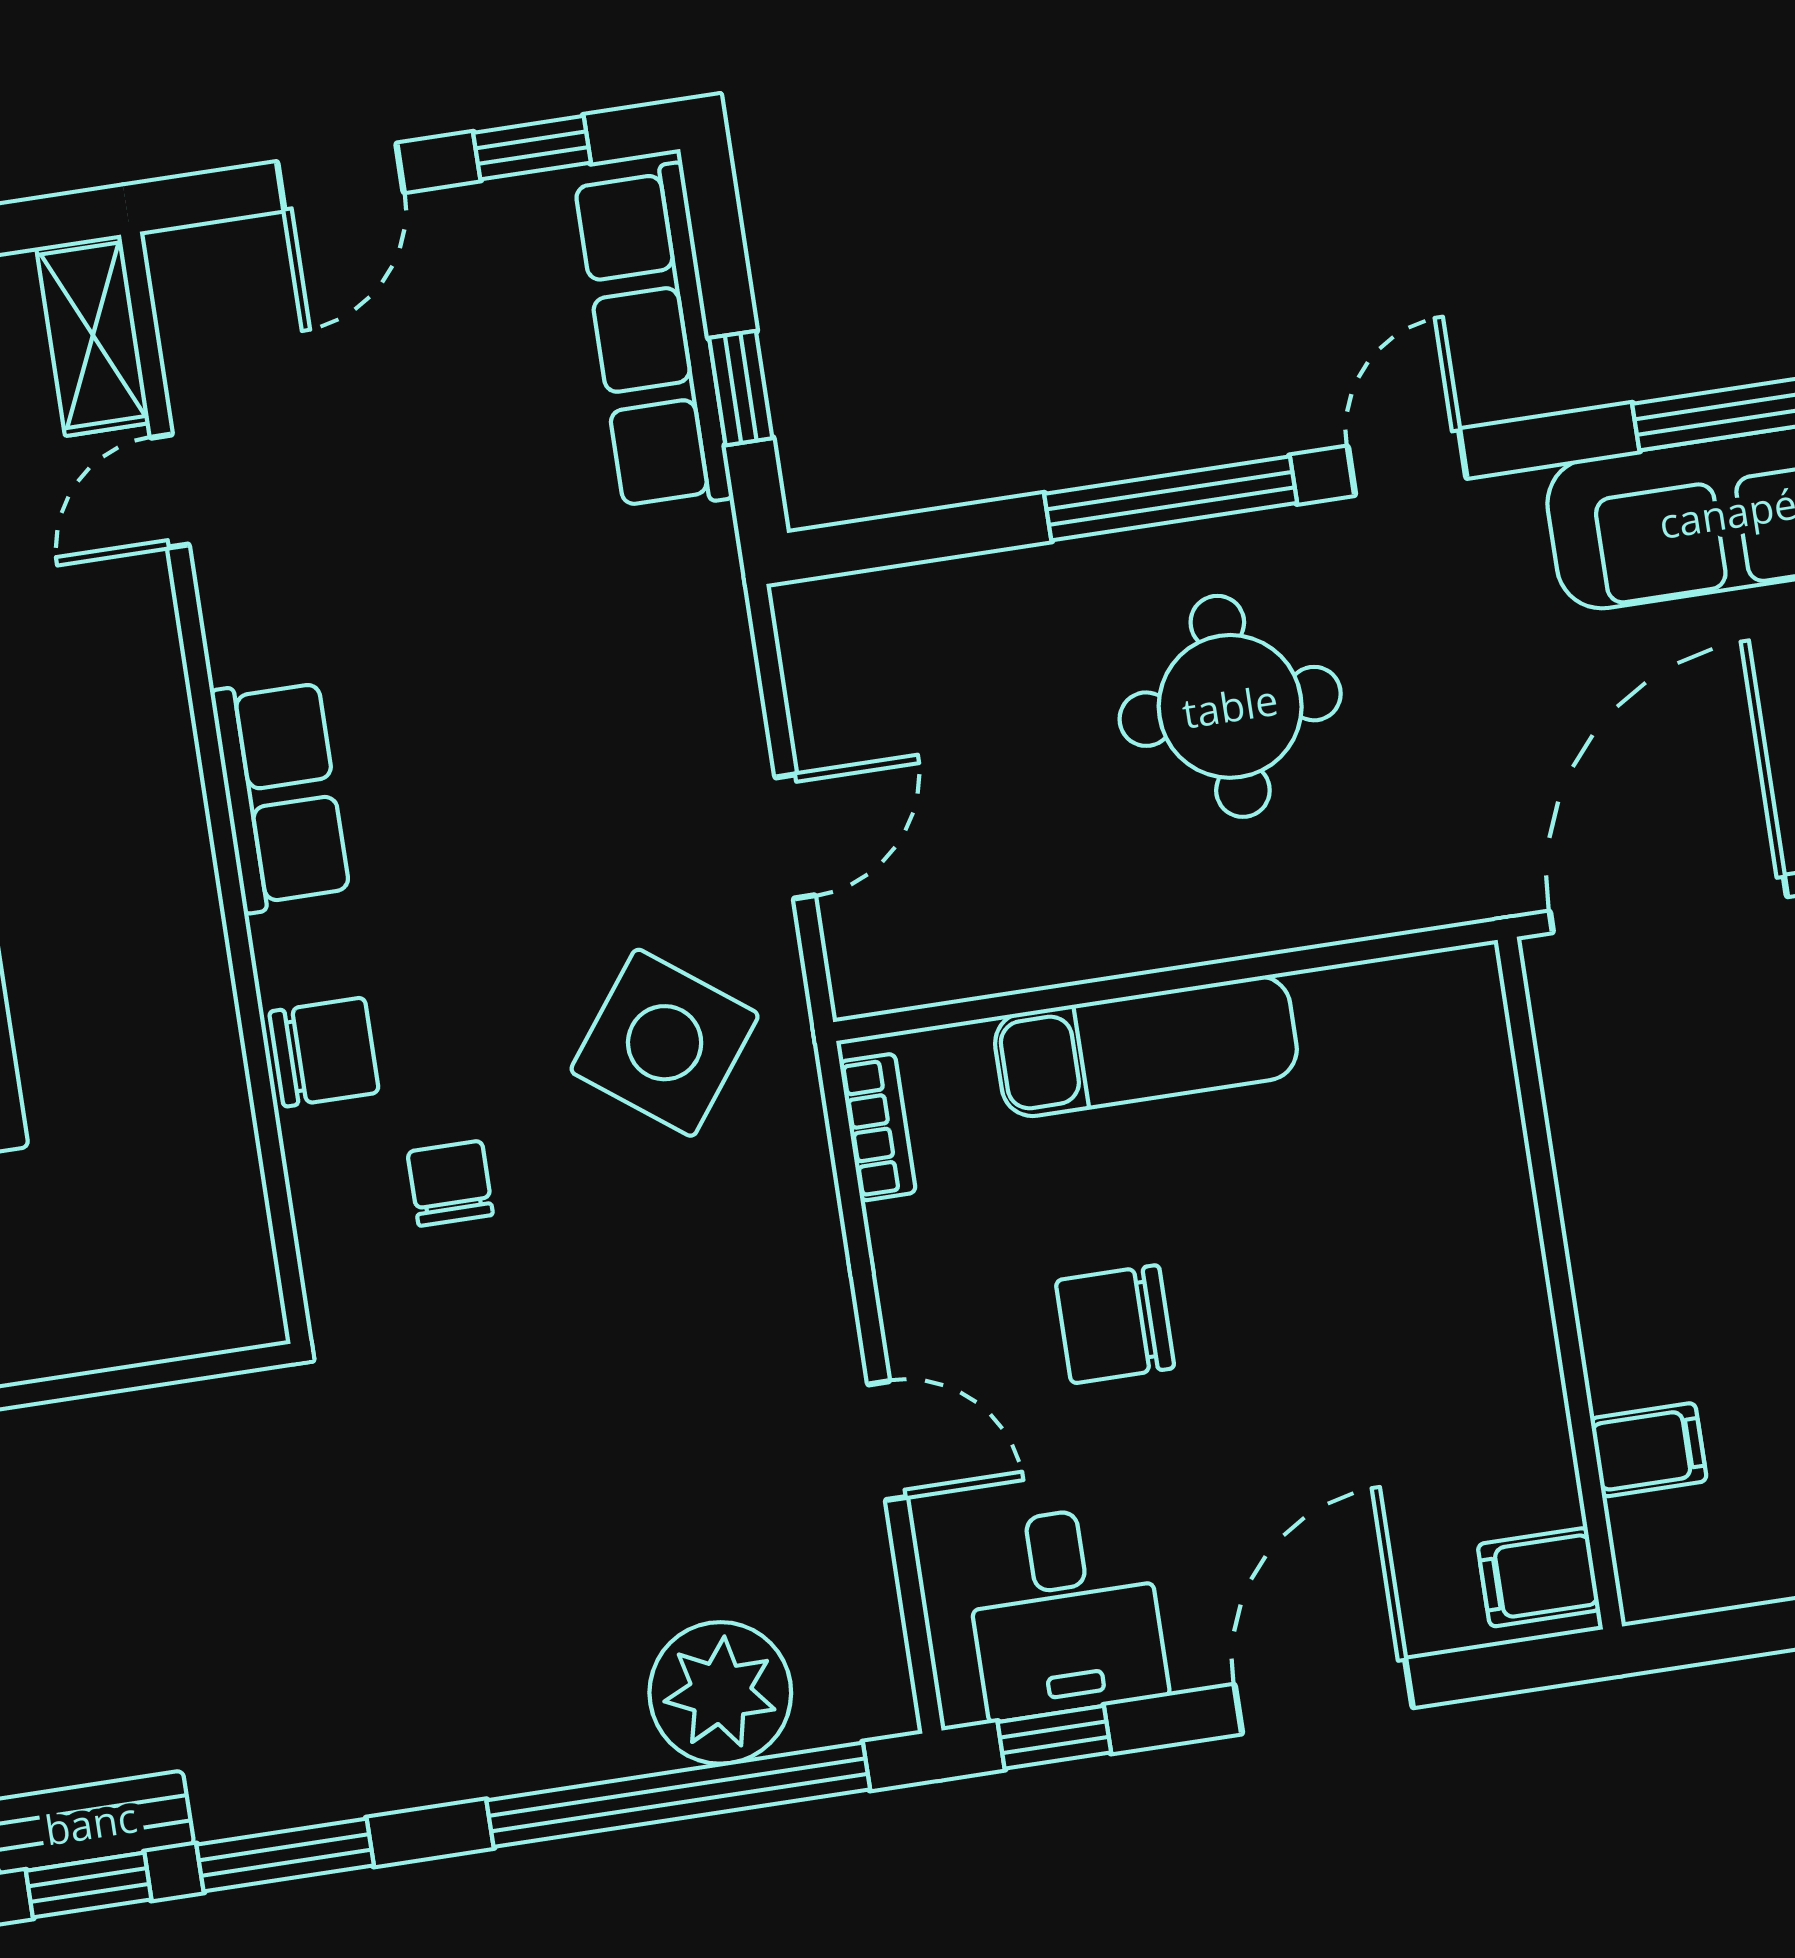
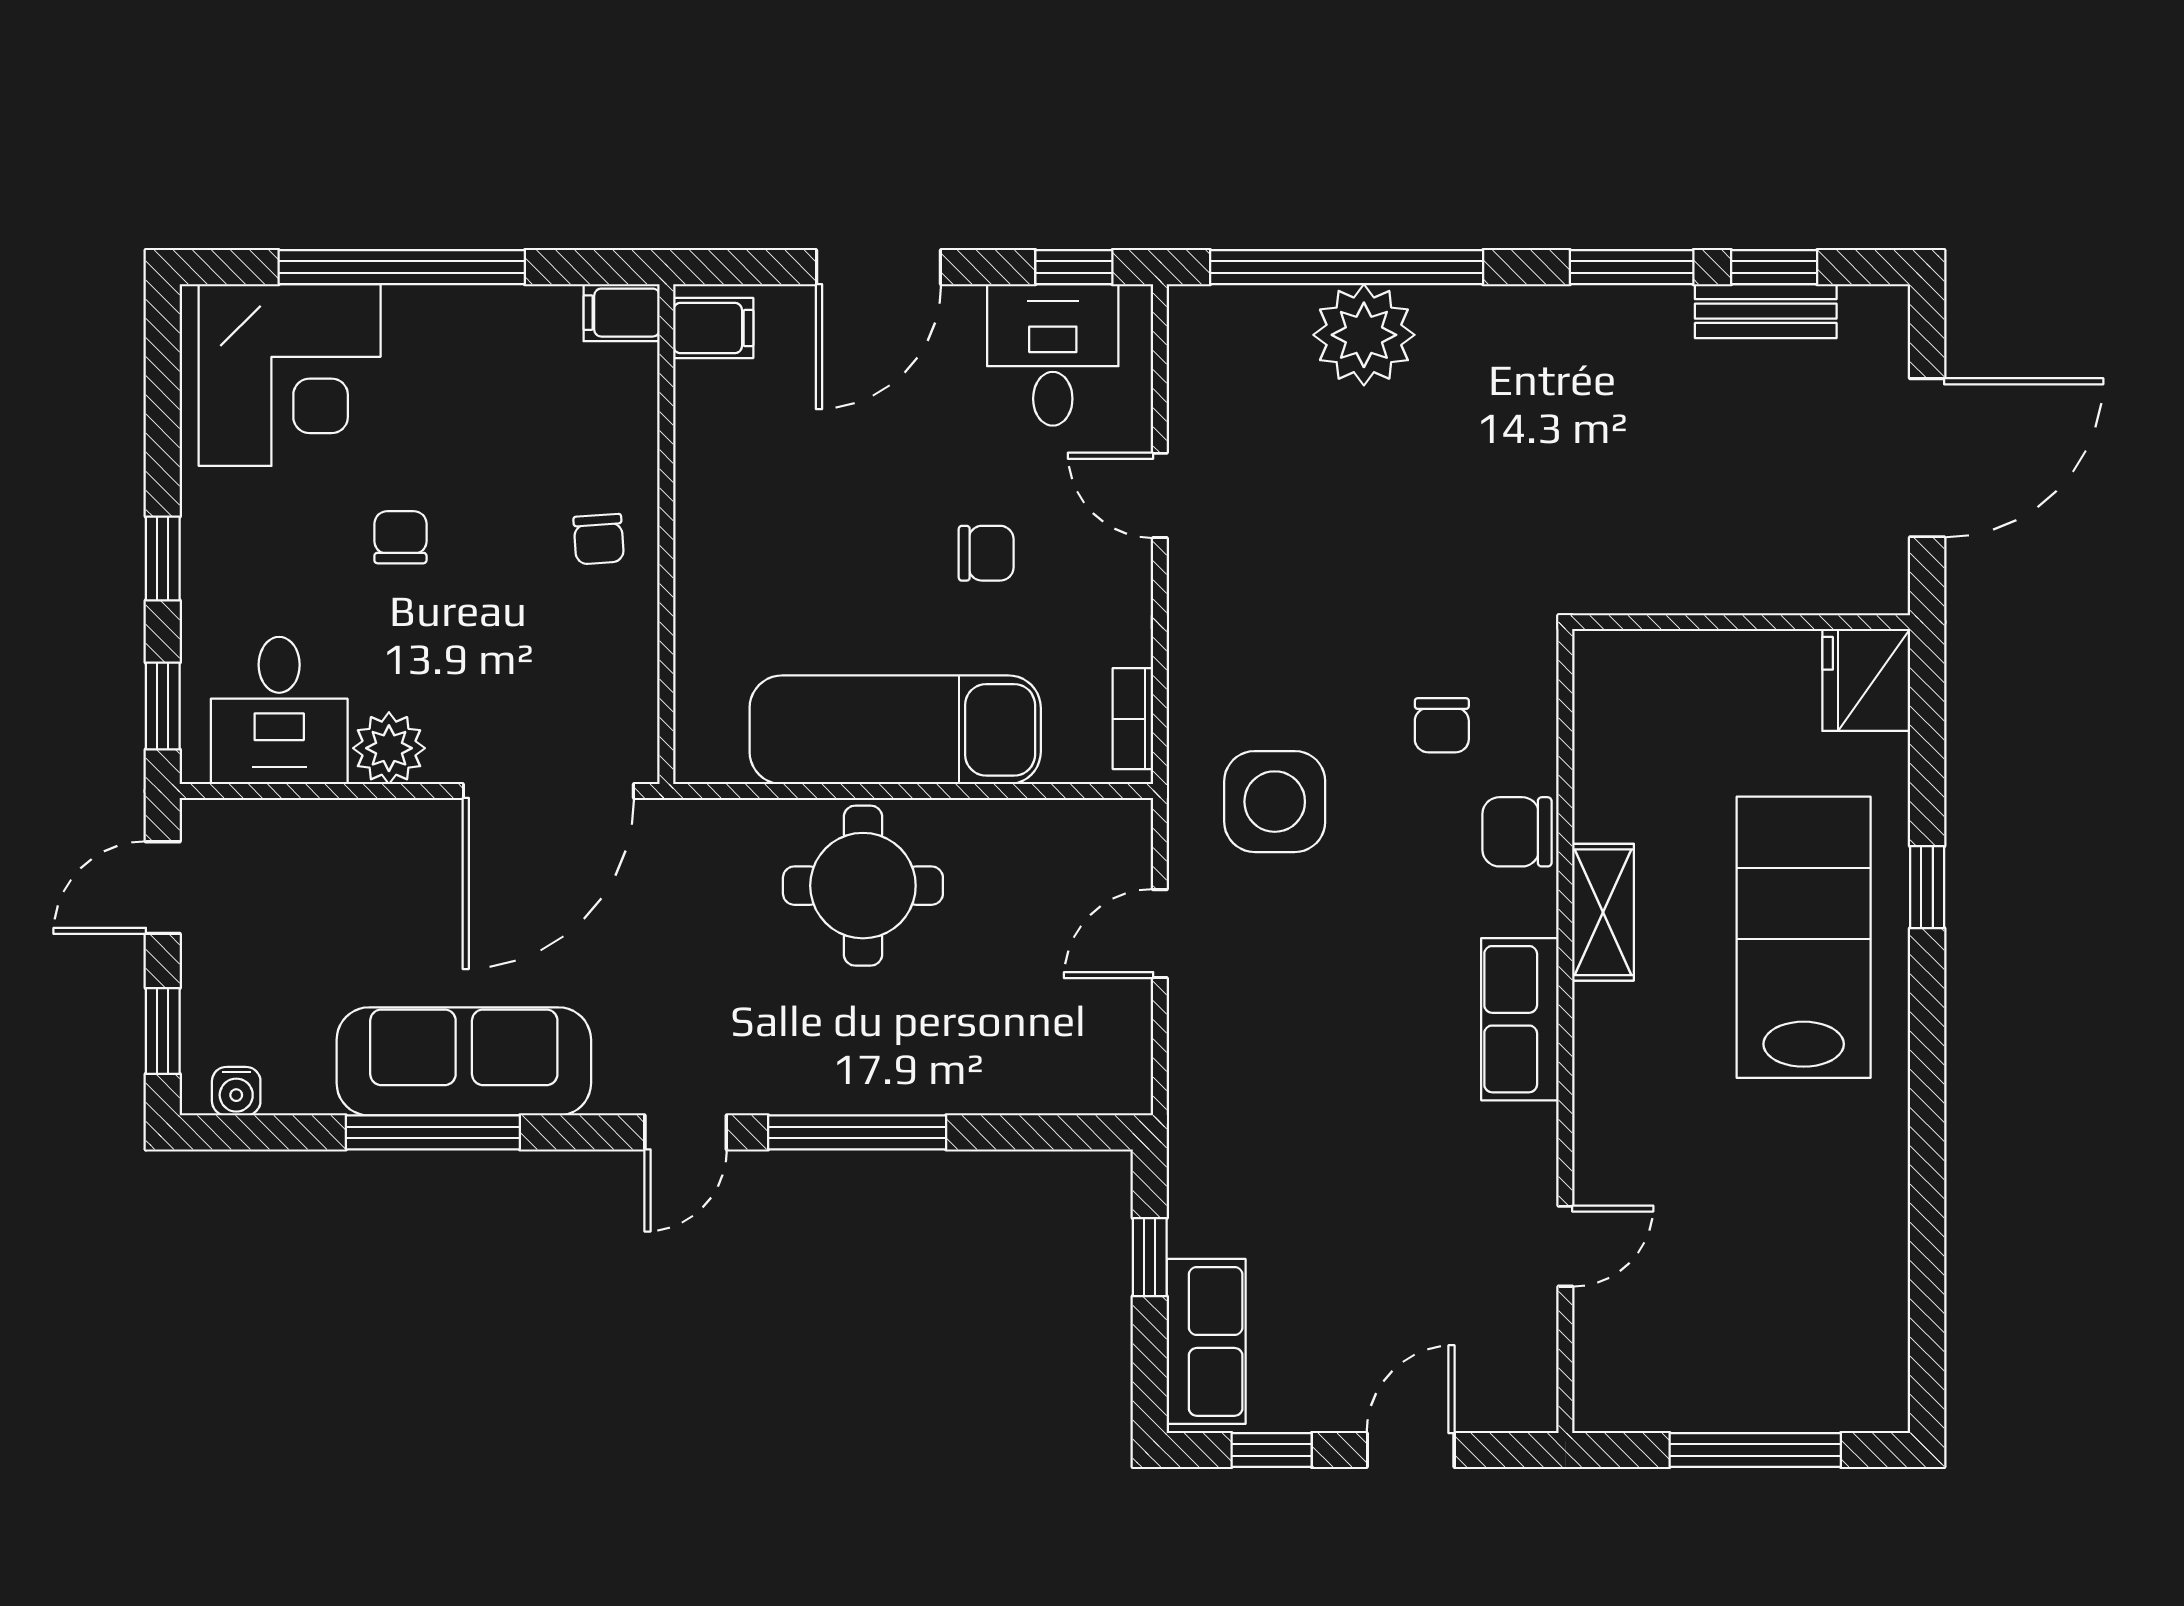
shelving: (93, 335) -> (1603, 912), moved
row of seats: (654, 338) -> (1206, 1341), width x0.68
round table: (1230, 706) -> (863, 886), moved
side table: (665, 1043) -> (1275, 802), turned -37
exam couch: (1146, 1046) -> (895, 730), width x1.36, depth x1.45
chair: (1652, 1262) -> (599, 539), added
chair: (1115, 1324) -> (986, 553), width x0.73, depth x0.73
filing cabinet: (1649, 1450) -> (622, 313), moved
plant: (720, 1693) -> (1364, 335), moved

